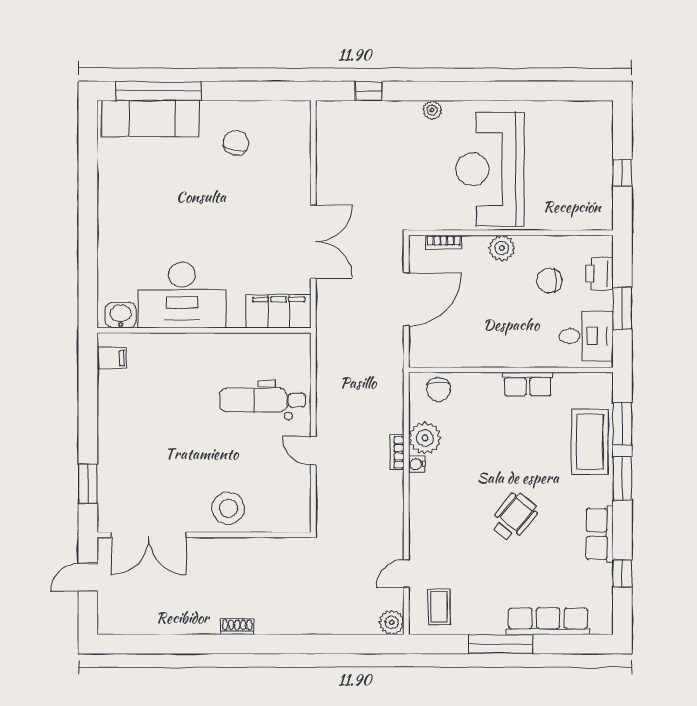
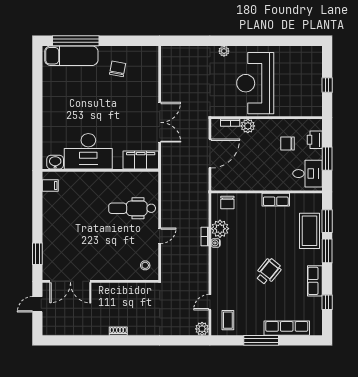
window: (369, 91) -> (190, 41), removed
plant: (502, 248) -> (248, 126), moved
door: (313, 451) -> (160, 236), swing flipped
stool: (228, 508) -> (145, 265), moved, width x0.53, depth x0.53

